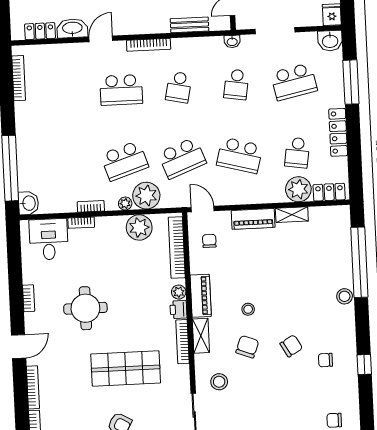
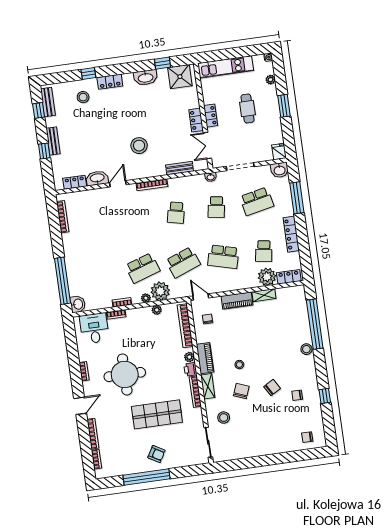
school desk: (121, 90) -> (136, 218), removed
plant: (139, 227) -> (157, 310), width x0.53, depth x0.53
round table: (85, 308) -> (125, 374), width x1.36, depth x1.36

